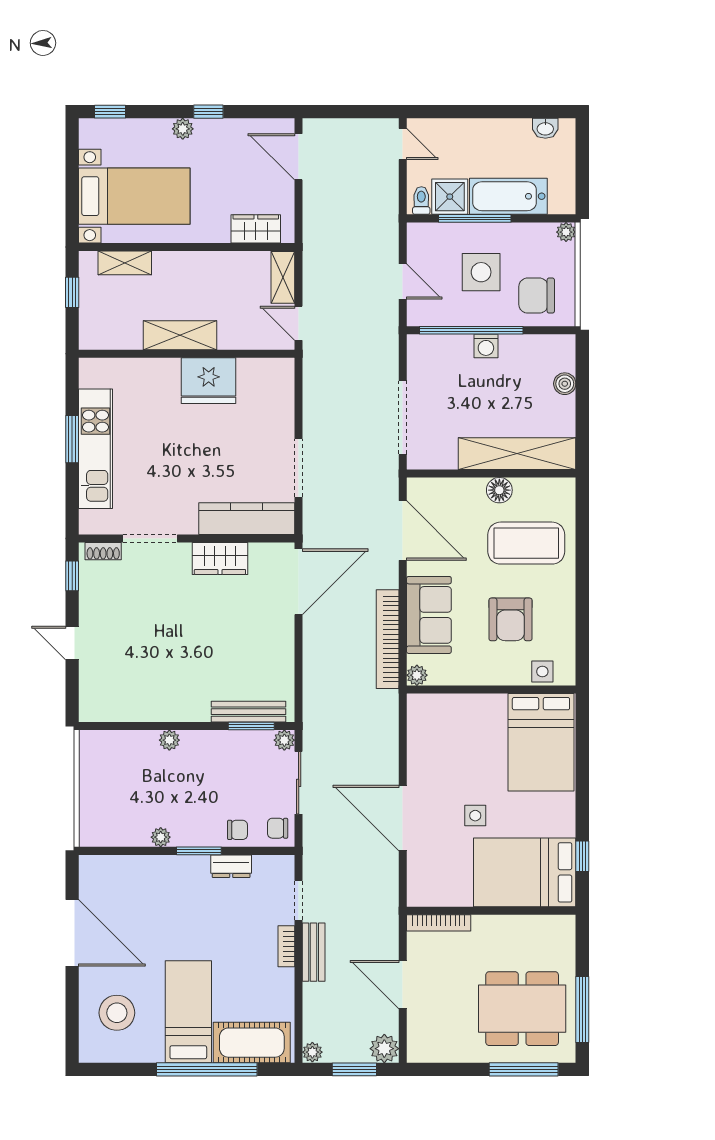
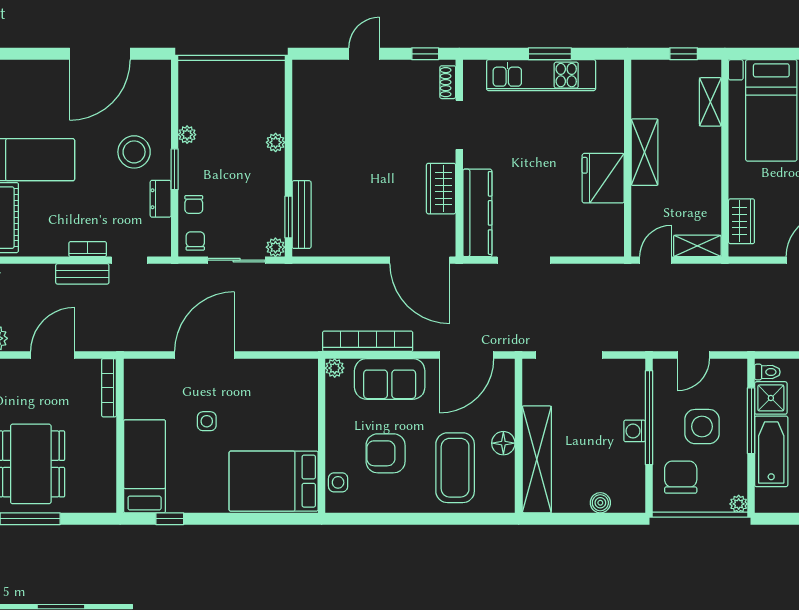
bed: (525, 872) -> (145, 466), width x0.67
stool: (117, 1013) -> (134, 152), moved

